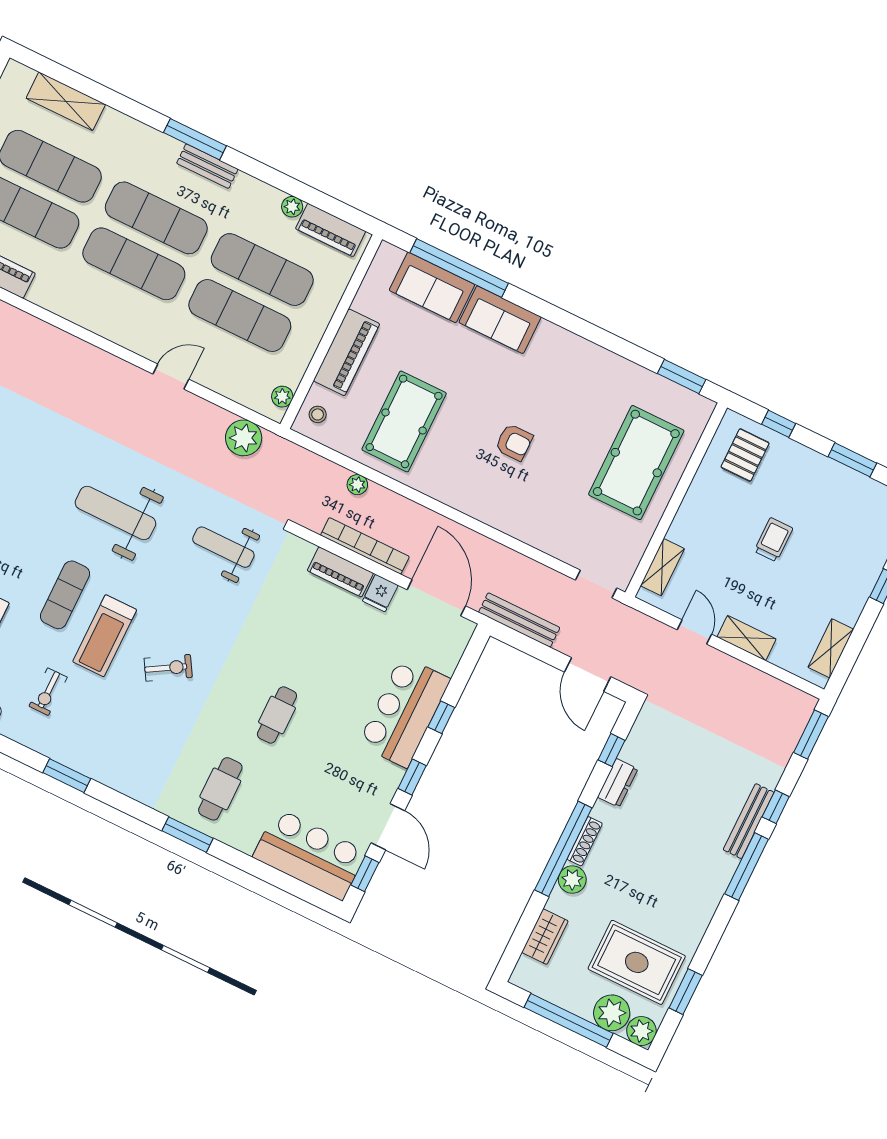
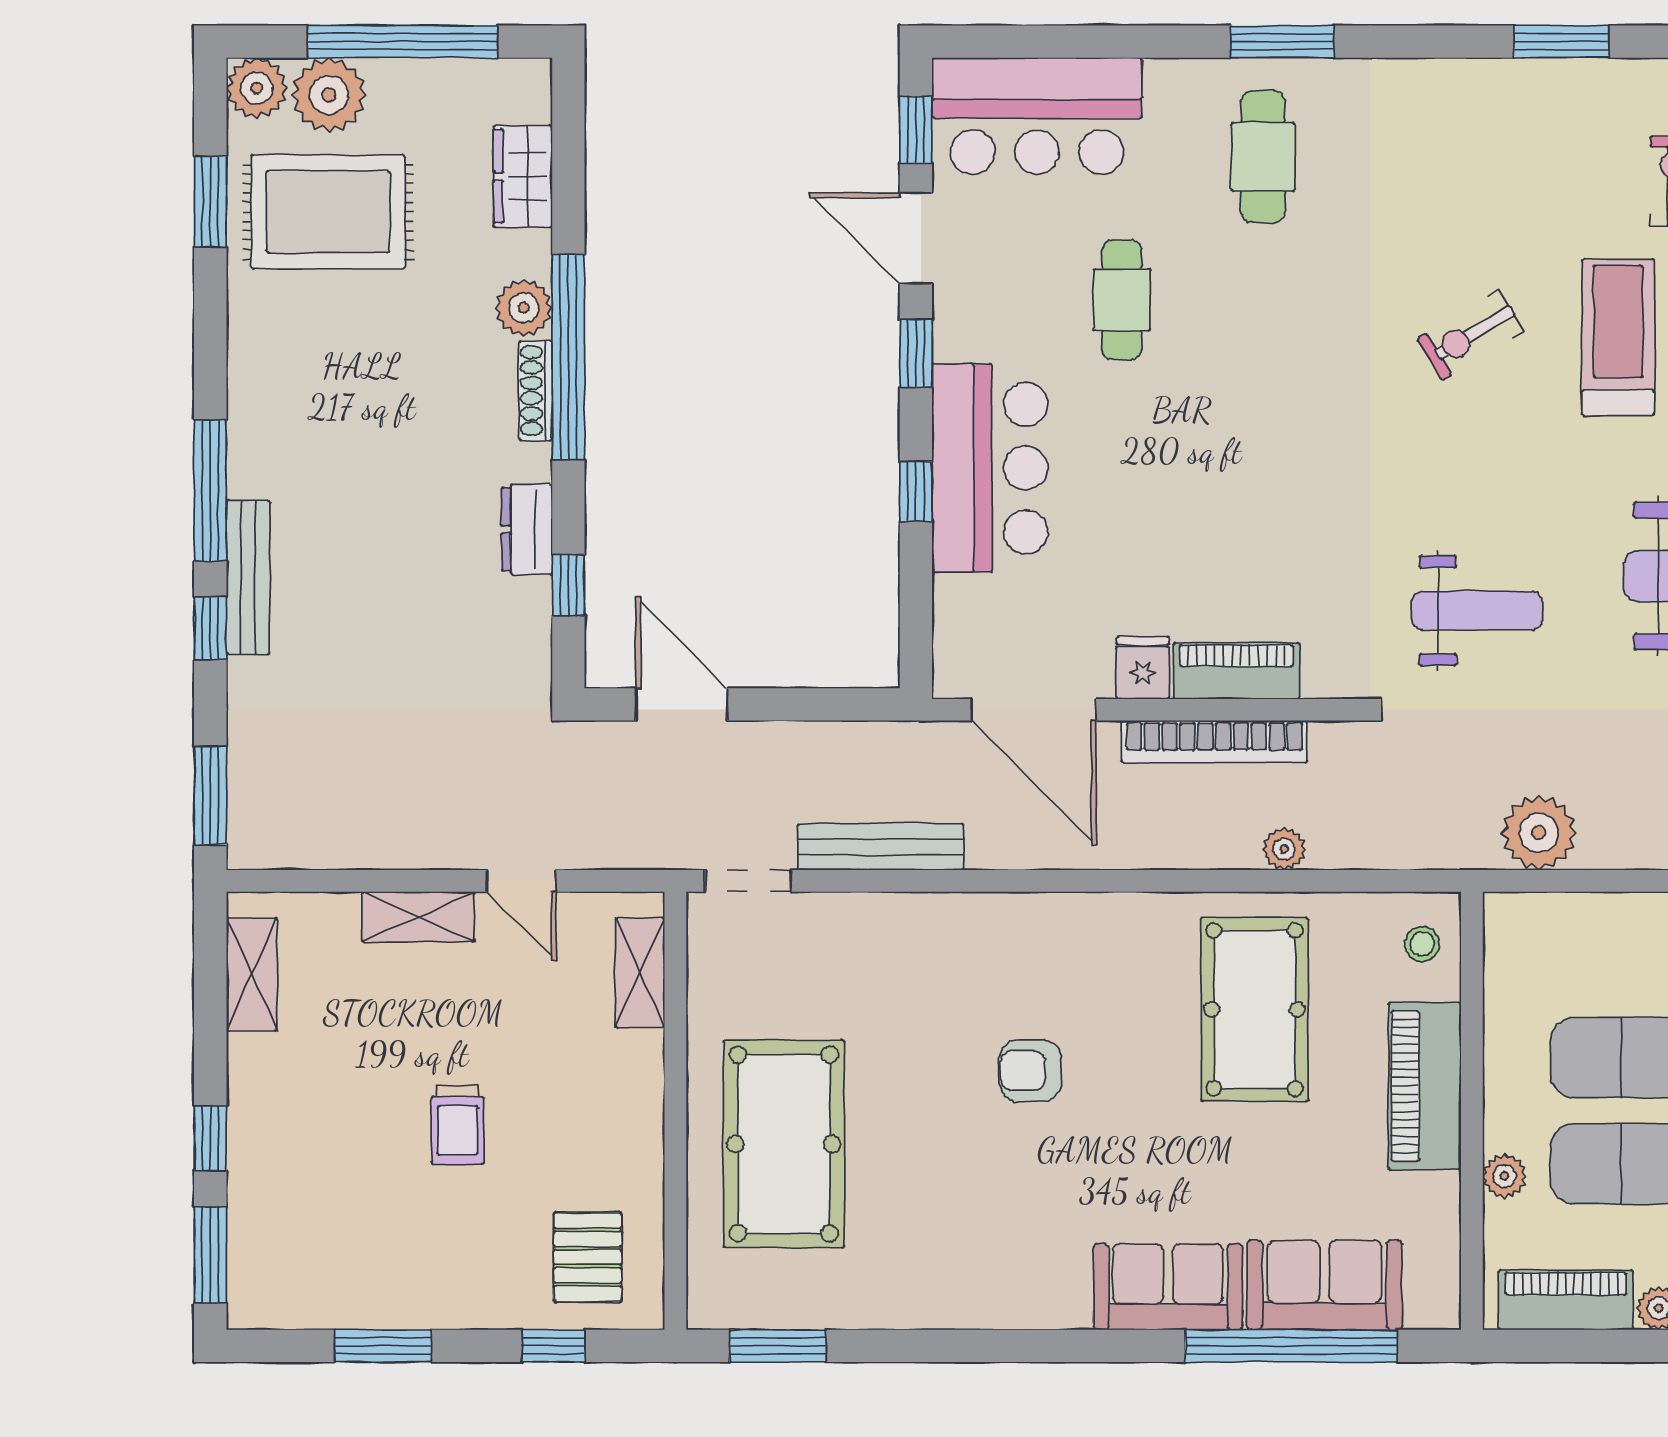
plant: (282, 397) -> (1504, 1176), moved
bench: (519, 620) -> (881, 847), moved
cafe table: (277, 715) -> (1122, 300), moved

